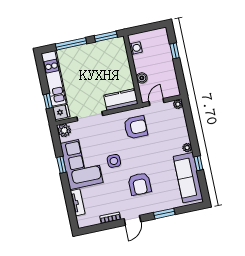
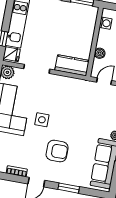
armchair: (136, 127) -> (75, 97), removed
armchair: (140, 184) -> (57, 151), turned -90

